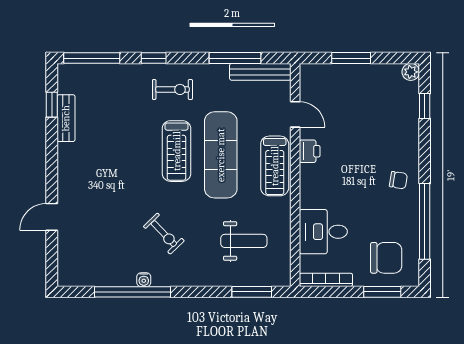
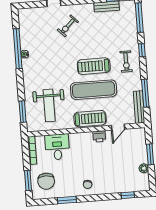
plant: (411, 72) -> (144, 168), moved
treadmill: (275, 166) -> (90, 119), turned 180
window: (425, 221) -> (67, 200), width x0.47
exercise bike: (164, 234) -> (68, 26), moved
weight bench: (244, 241) -> (49, 105), width x1.36, depth x1.33

